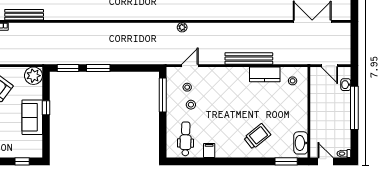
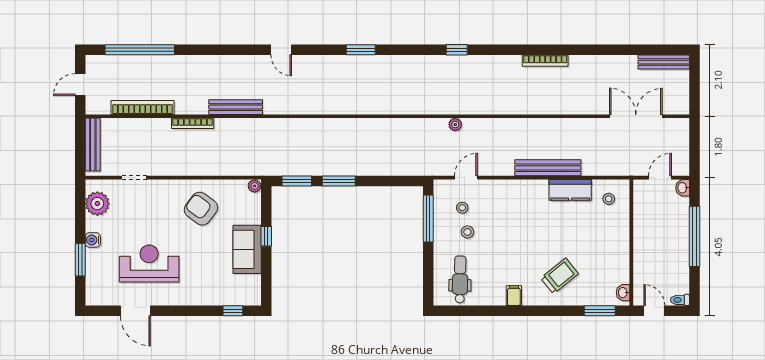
door: (329, 66) -> (660, 178), swing flipped
plant: (33, 76) -> (255, 186), width x0.53, depth x0.53
washbasin: (346, 85) -> (683, 188), moved
washbasin: (301, 143) -> (623, 293), width x0.52, depth x0.69
filing cabinet: (209, 151) -> (514, 296), moved

